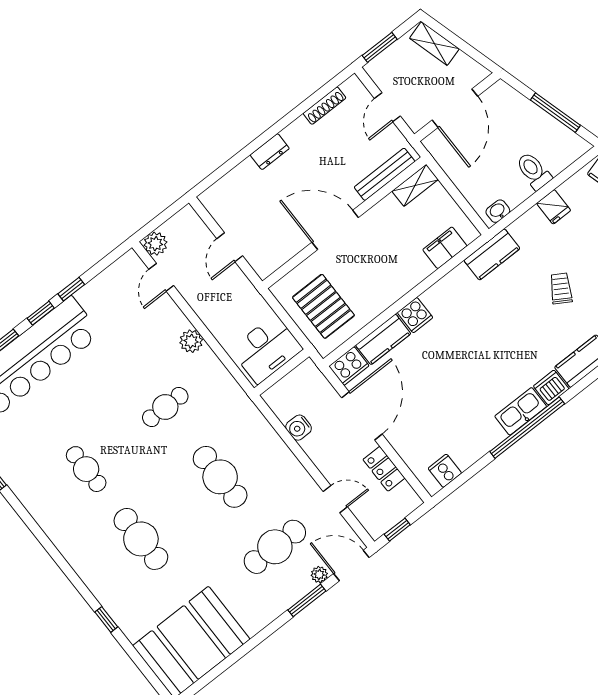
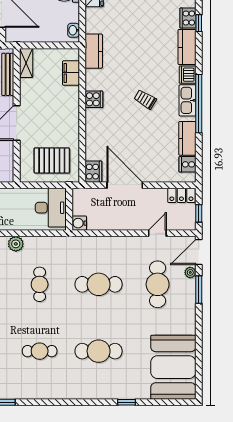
trolley: (561, 288) -> (145, 99), moved
cooker: (415, 315) -> (94, 99), moved
kitchen counter: (383, 339) -> (187, 138), moved, turned 180
water cooler: (299, 428) -> (79, 223), moved, turned 90
locker: (384, 469) -> (181, 195), moved

